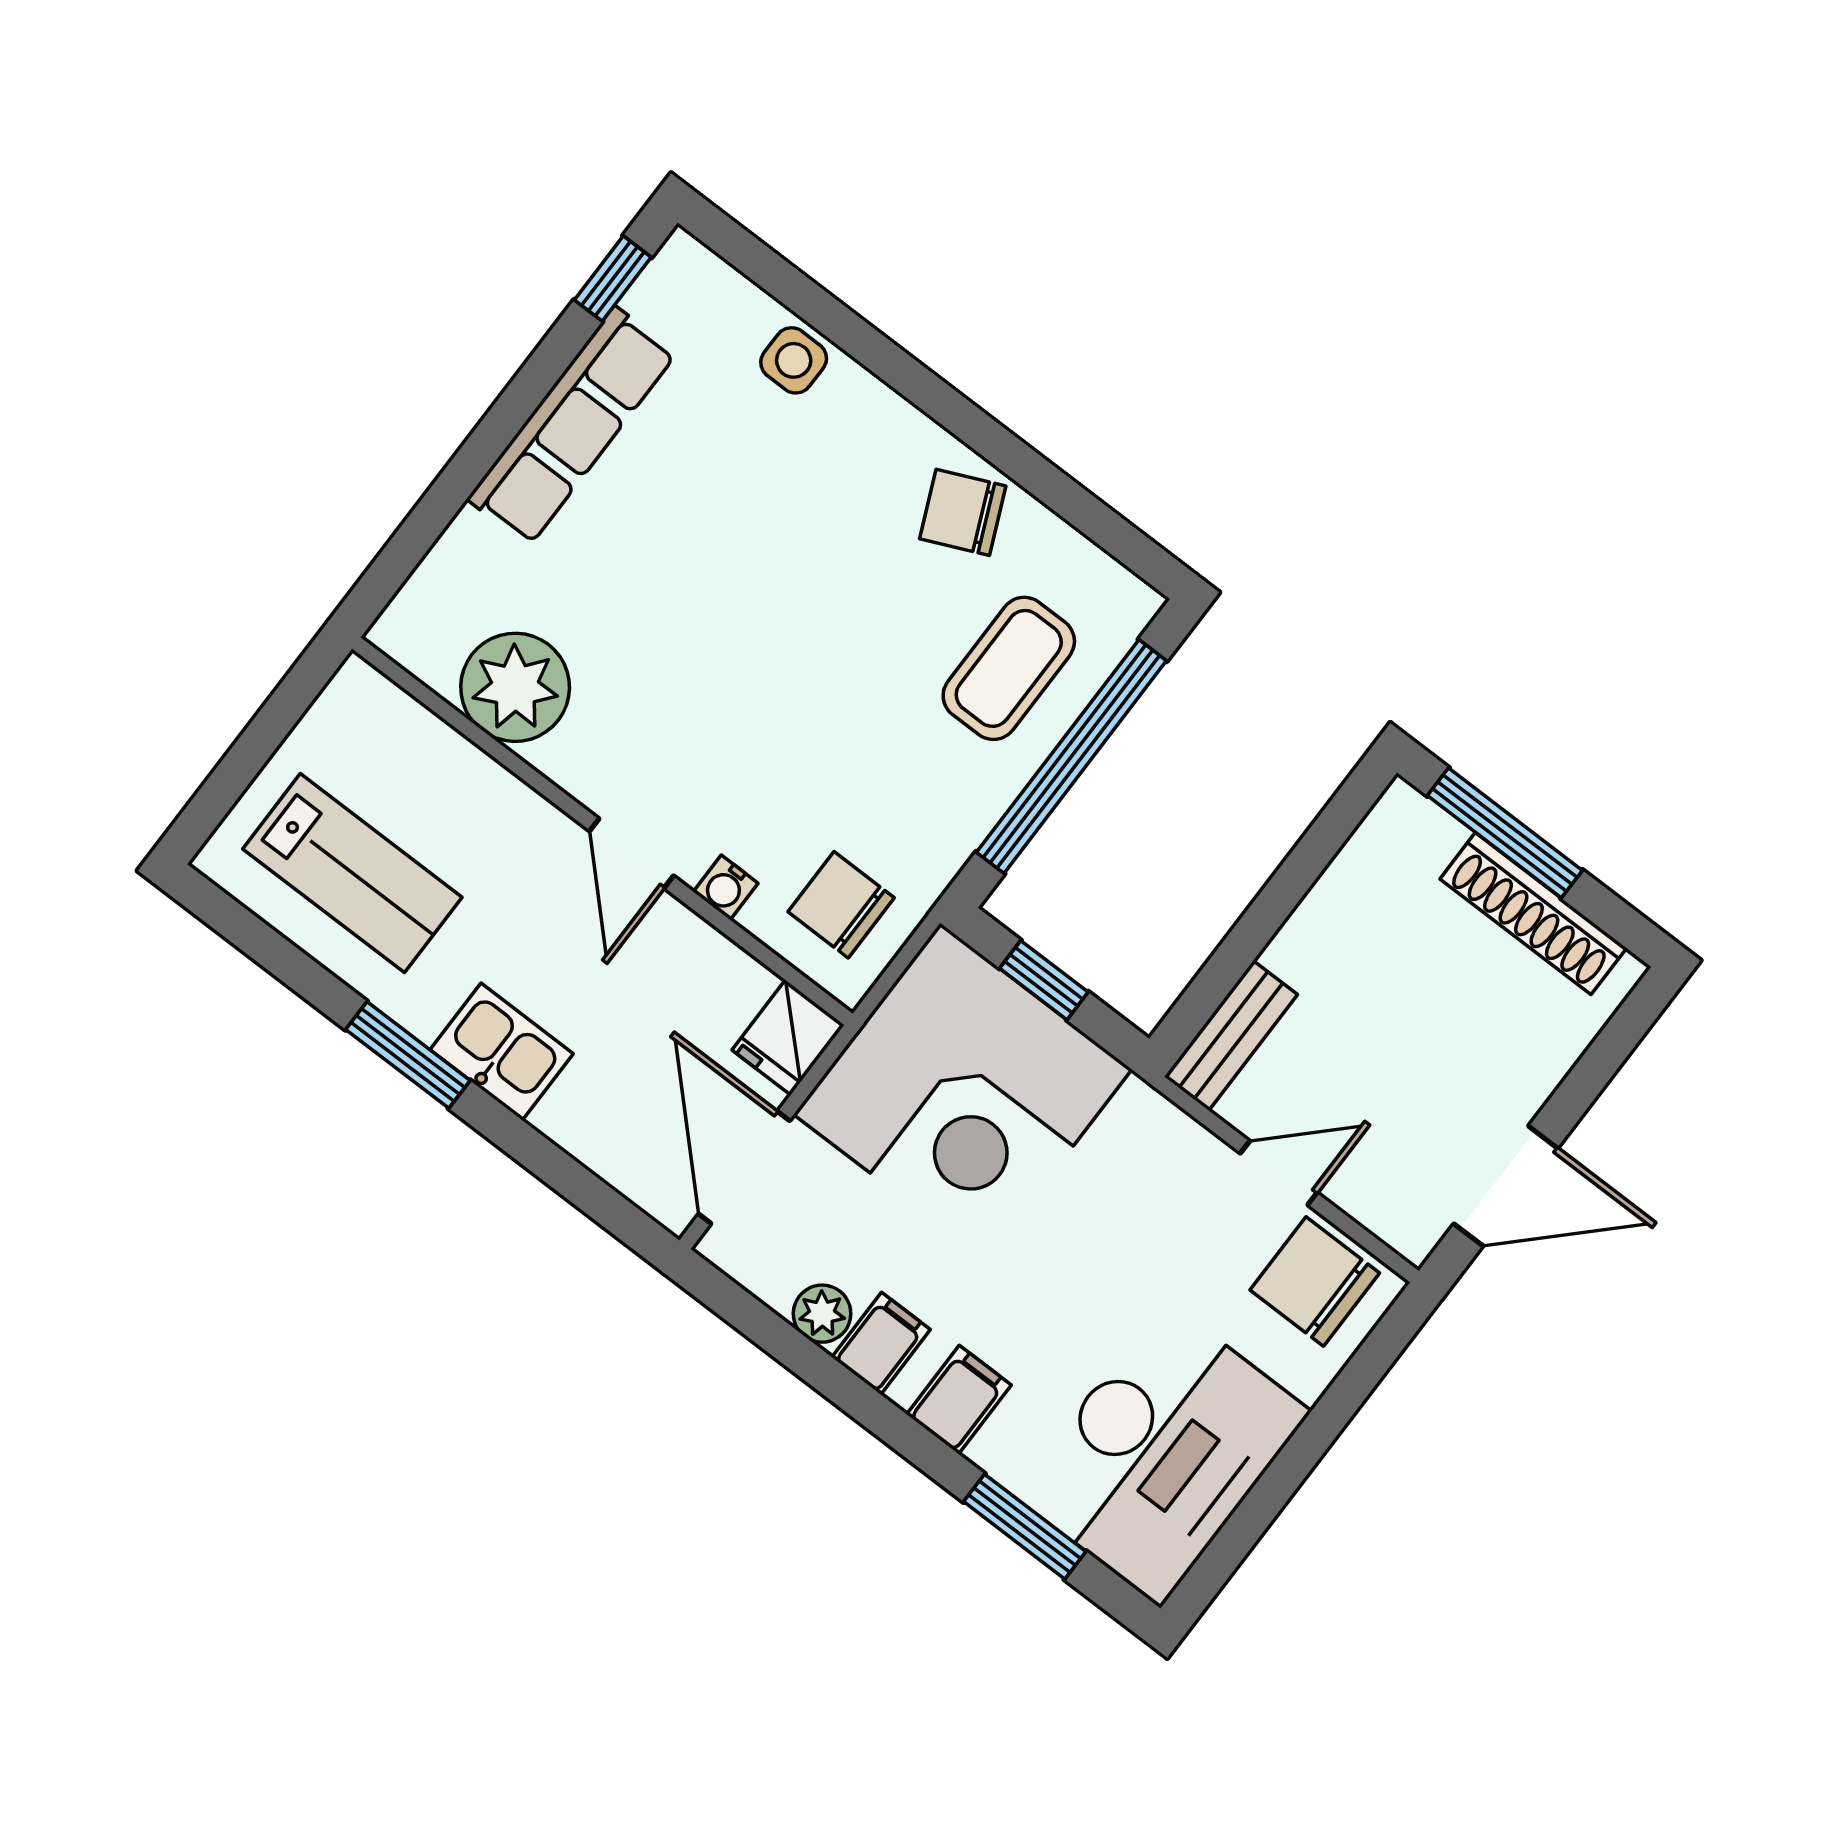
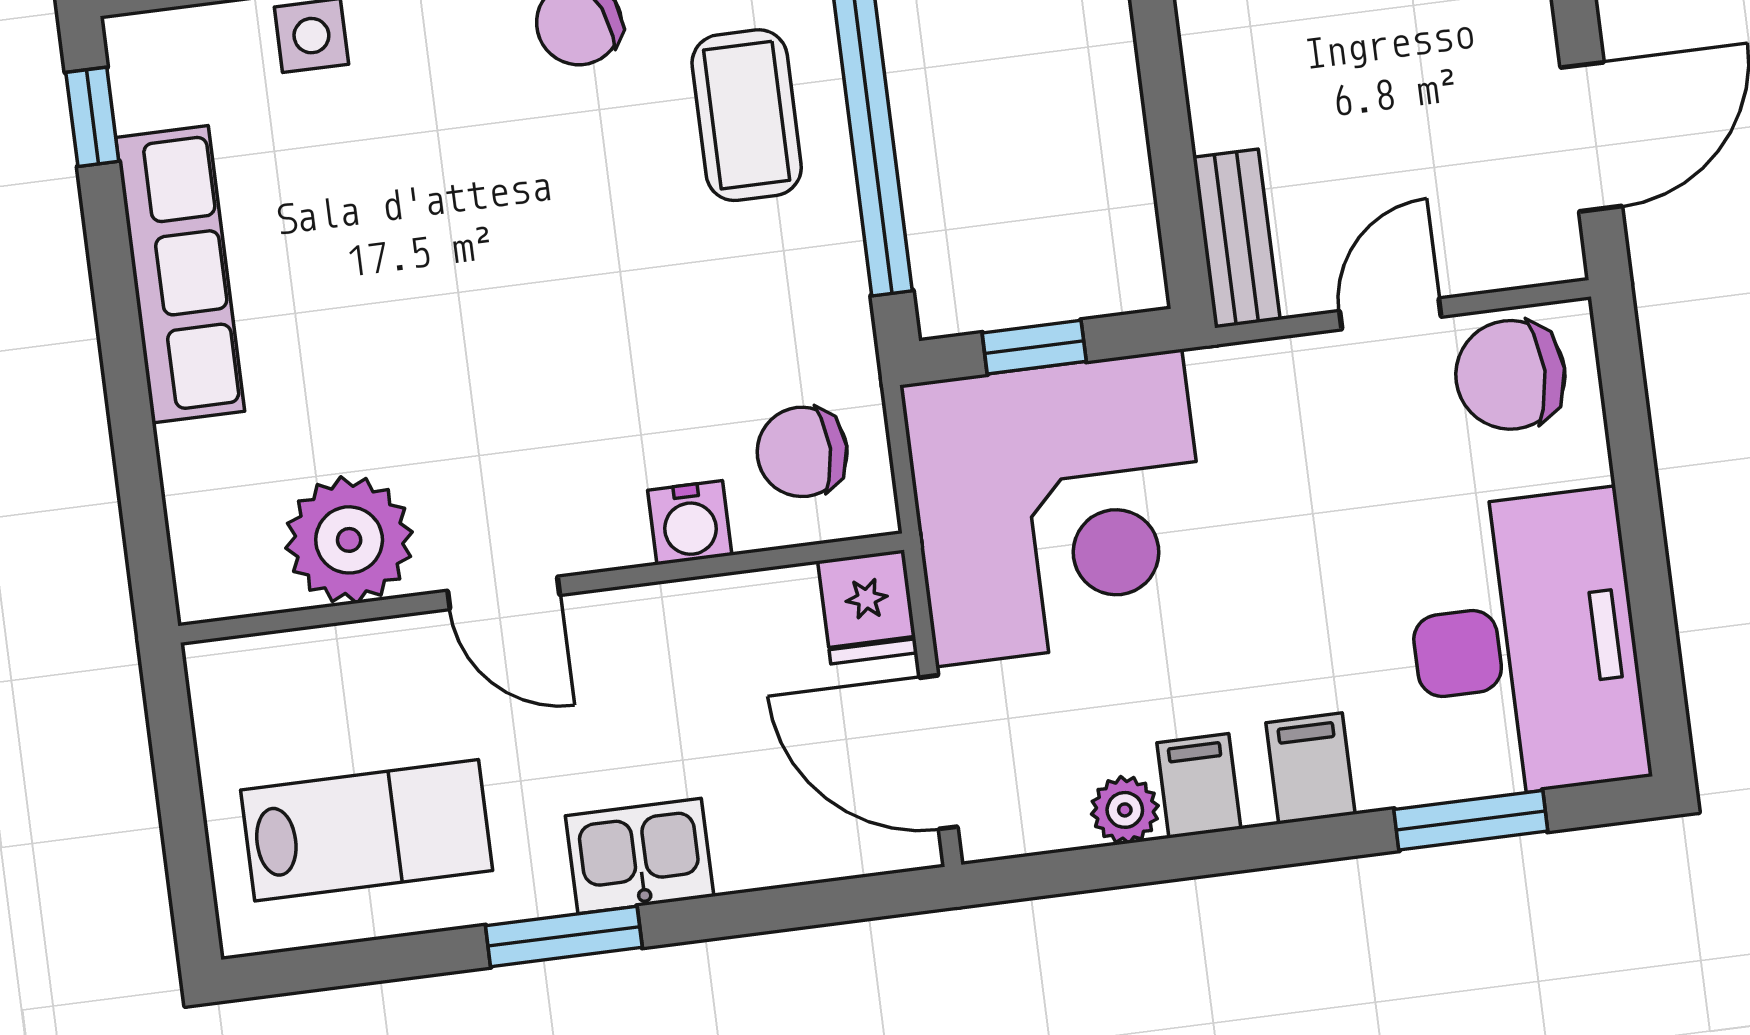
door: (632, 853) -> (504, 593), moved
water cooler: (726, 887) -> (690, 523), width x1.38, depth x1.38

